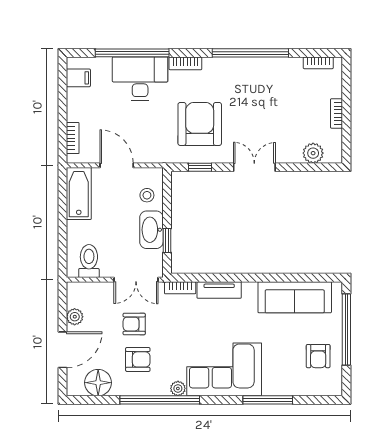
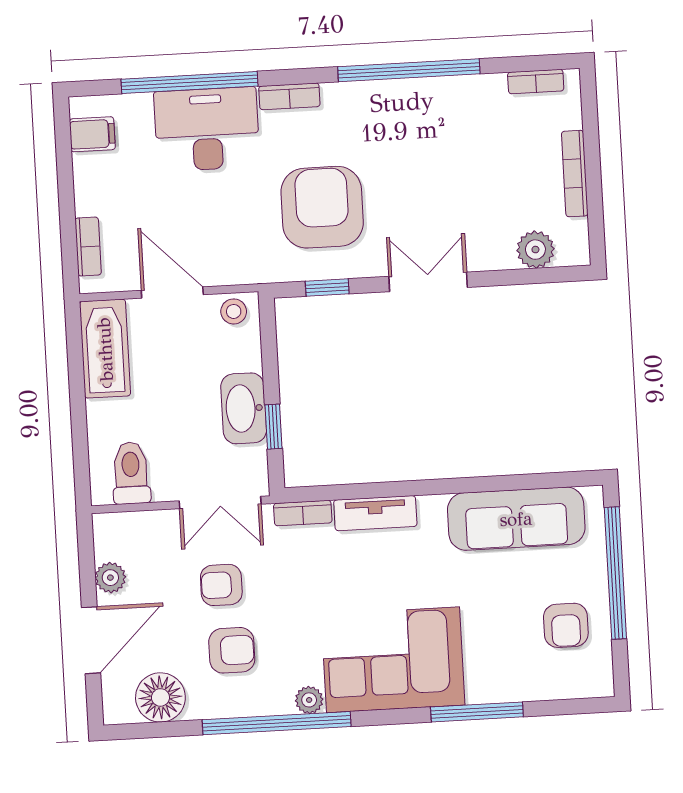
bookcase: (337, 113) -> (575, 174), width x1.56
stool: (147, 195) -> (234, 311), moved

